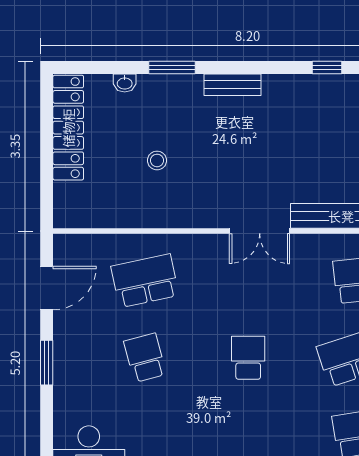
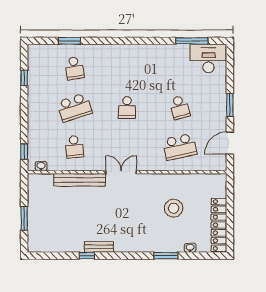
bench: (233, 85) -> (99, 247), moved
stool: (157, 160) -> (174, 208), width x1.89, depth x1.89

